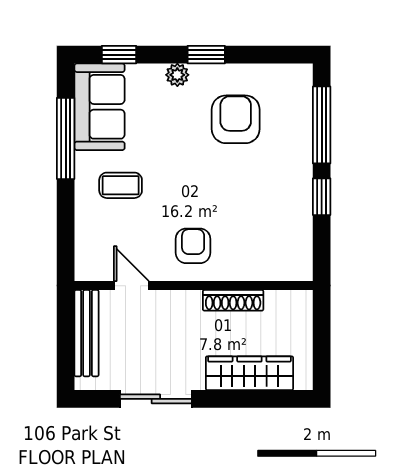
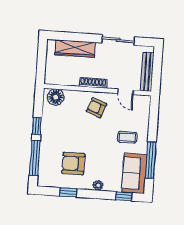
window: (206, 55) -> (68, 192), moved
armchair: (236, 119) -> (73, 163), turned 90
armchair: (193, 246) -> (96, 108), turned 111
floor lamp: (285, 263) -> (56, 97), added
shoe rack: (233, 300) -> (93, 83), moved

